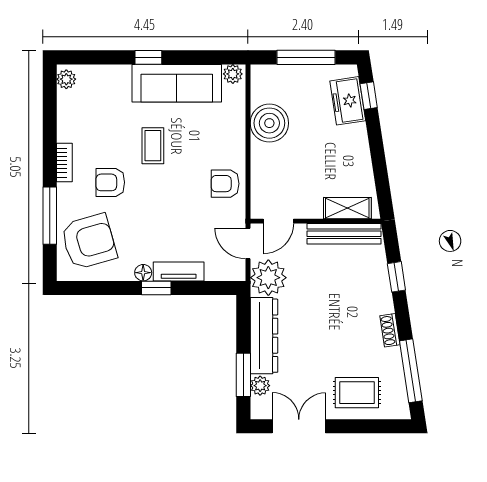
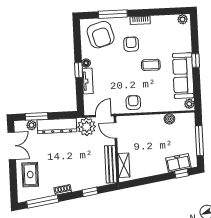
boiler: (269, 123) -> (169, 119), width x0.54, depth x0.54

